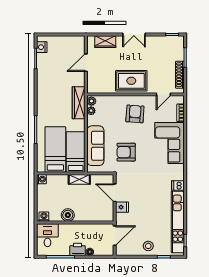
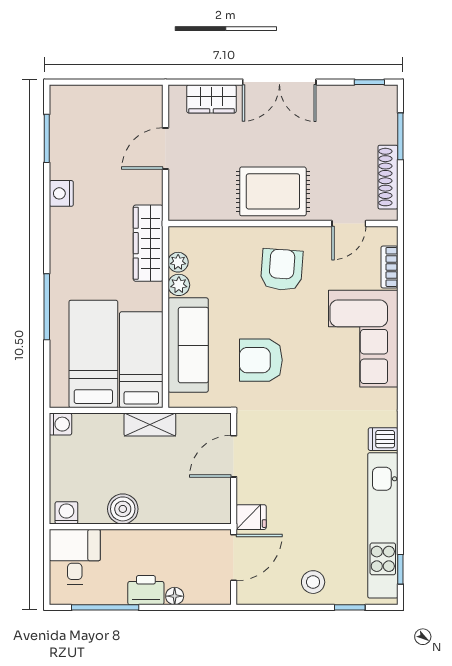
double door: (134, 35) -> (279, 82), width x1.37
nightstand: (42, 47) -> (61, 193), moved
plant: (91, 101) -> (179, 285), moved
door: (115, 193) -> (234, 456), hinge flipped
fridge: (122, 207) -> (251, 517), moved

